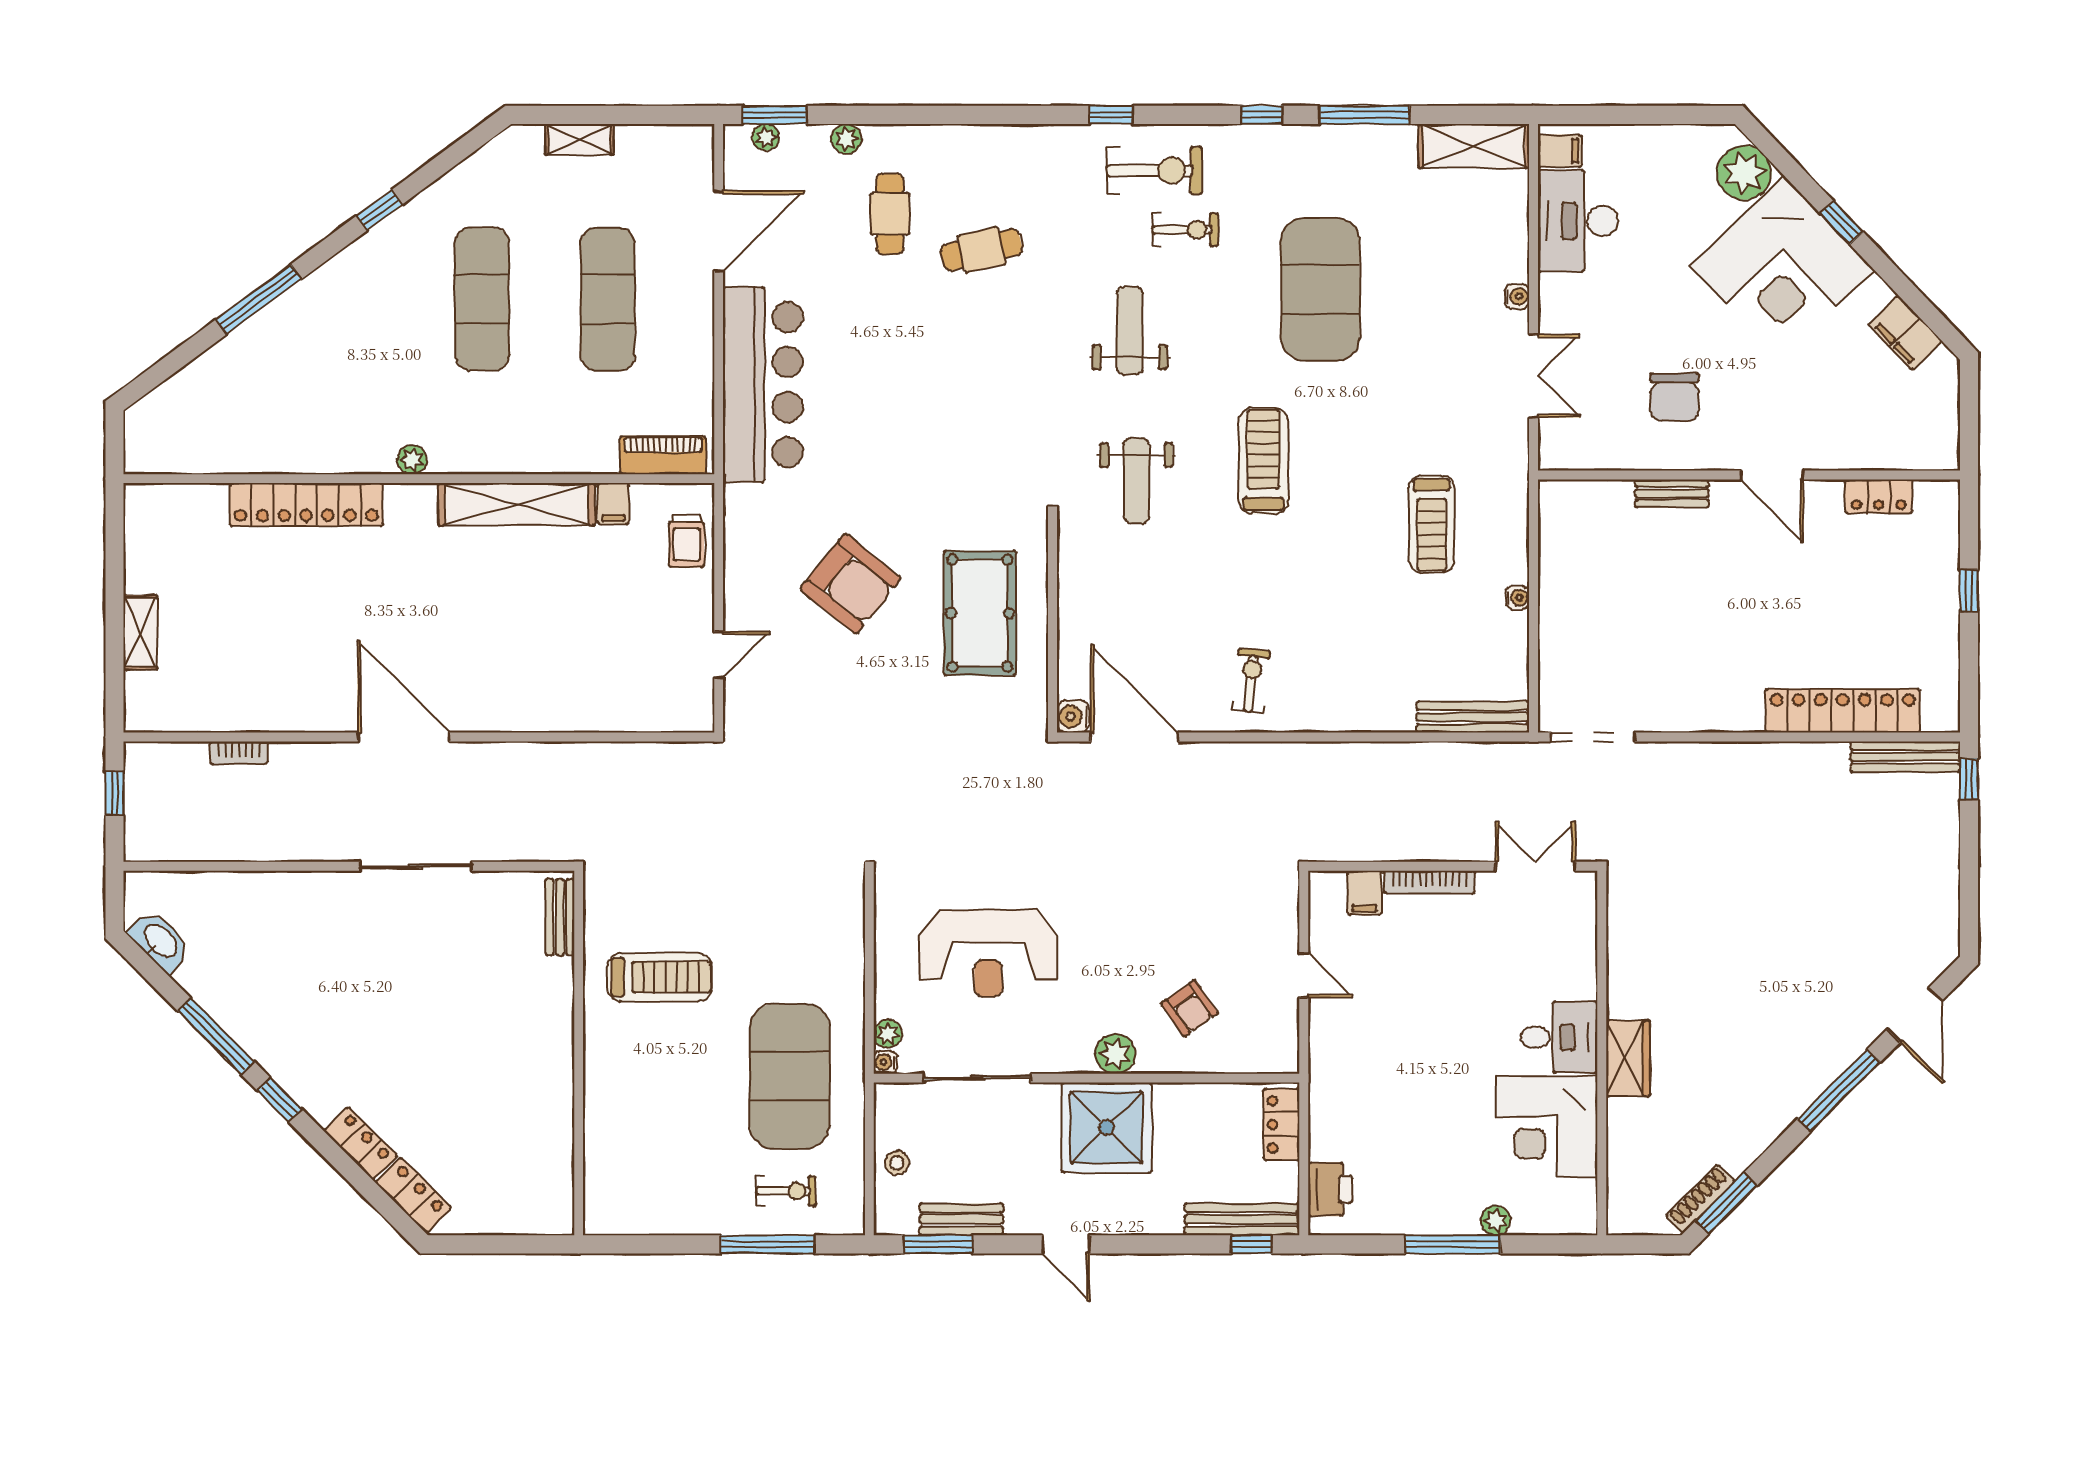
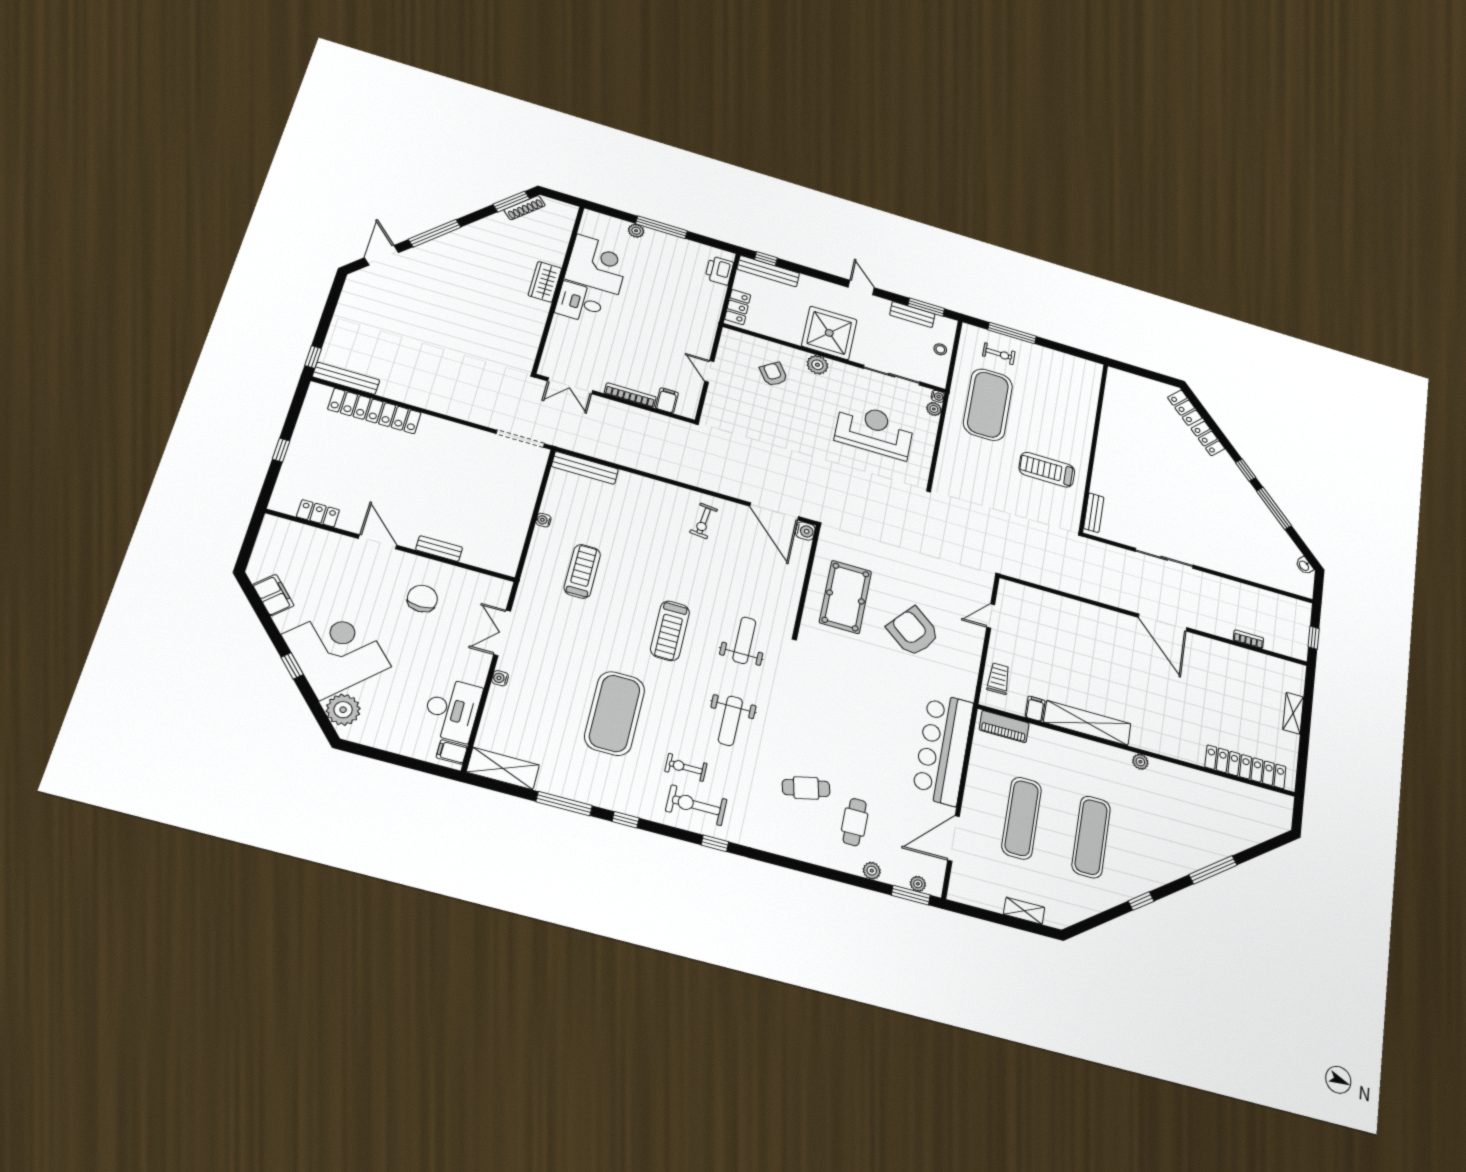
locker: (306, 505) -> (1245, 767), moved
washbasin: (160, 941) -> (1304, 566), width x0.52, depth x0.69
exercise bike: (786, 1191) -> (999, 354), turned 180

